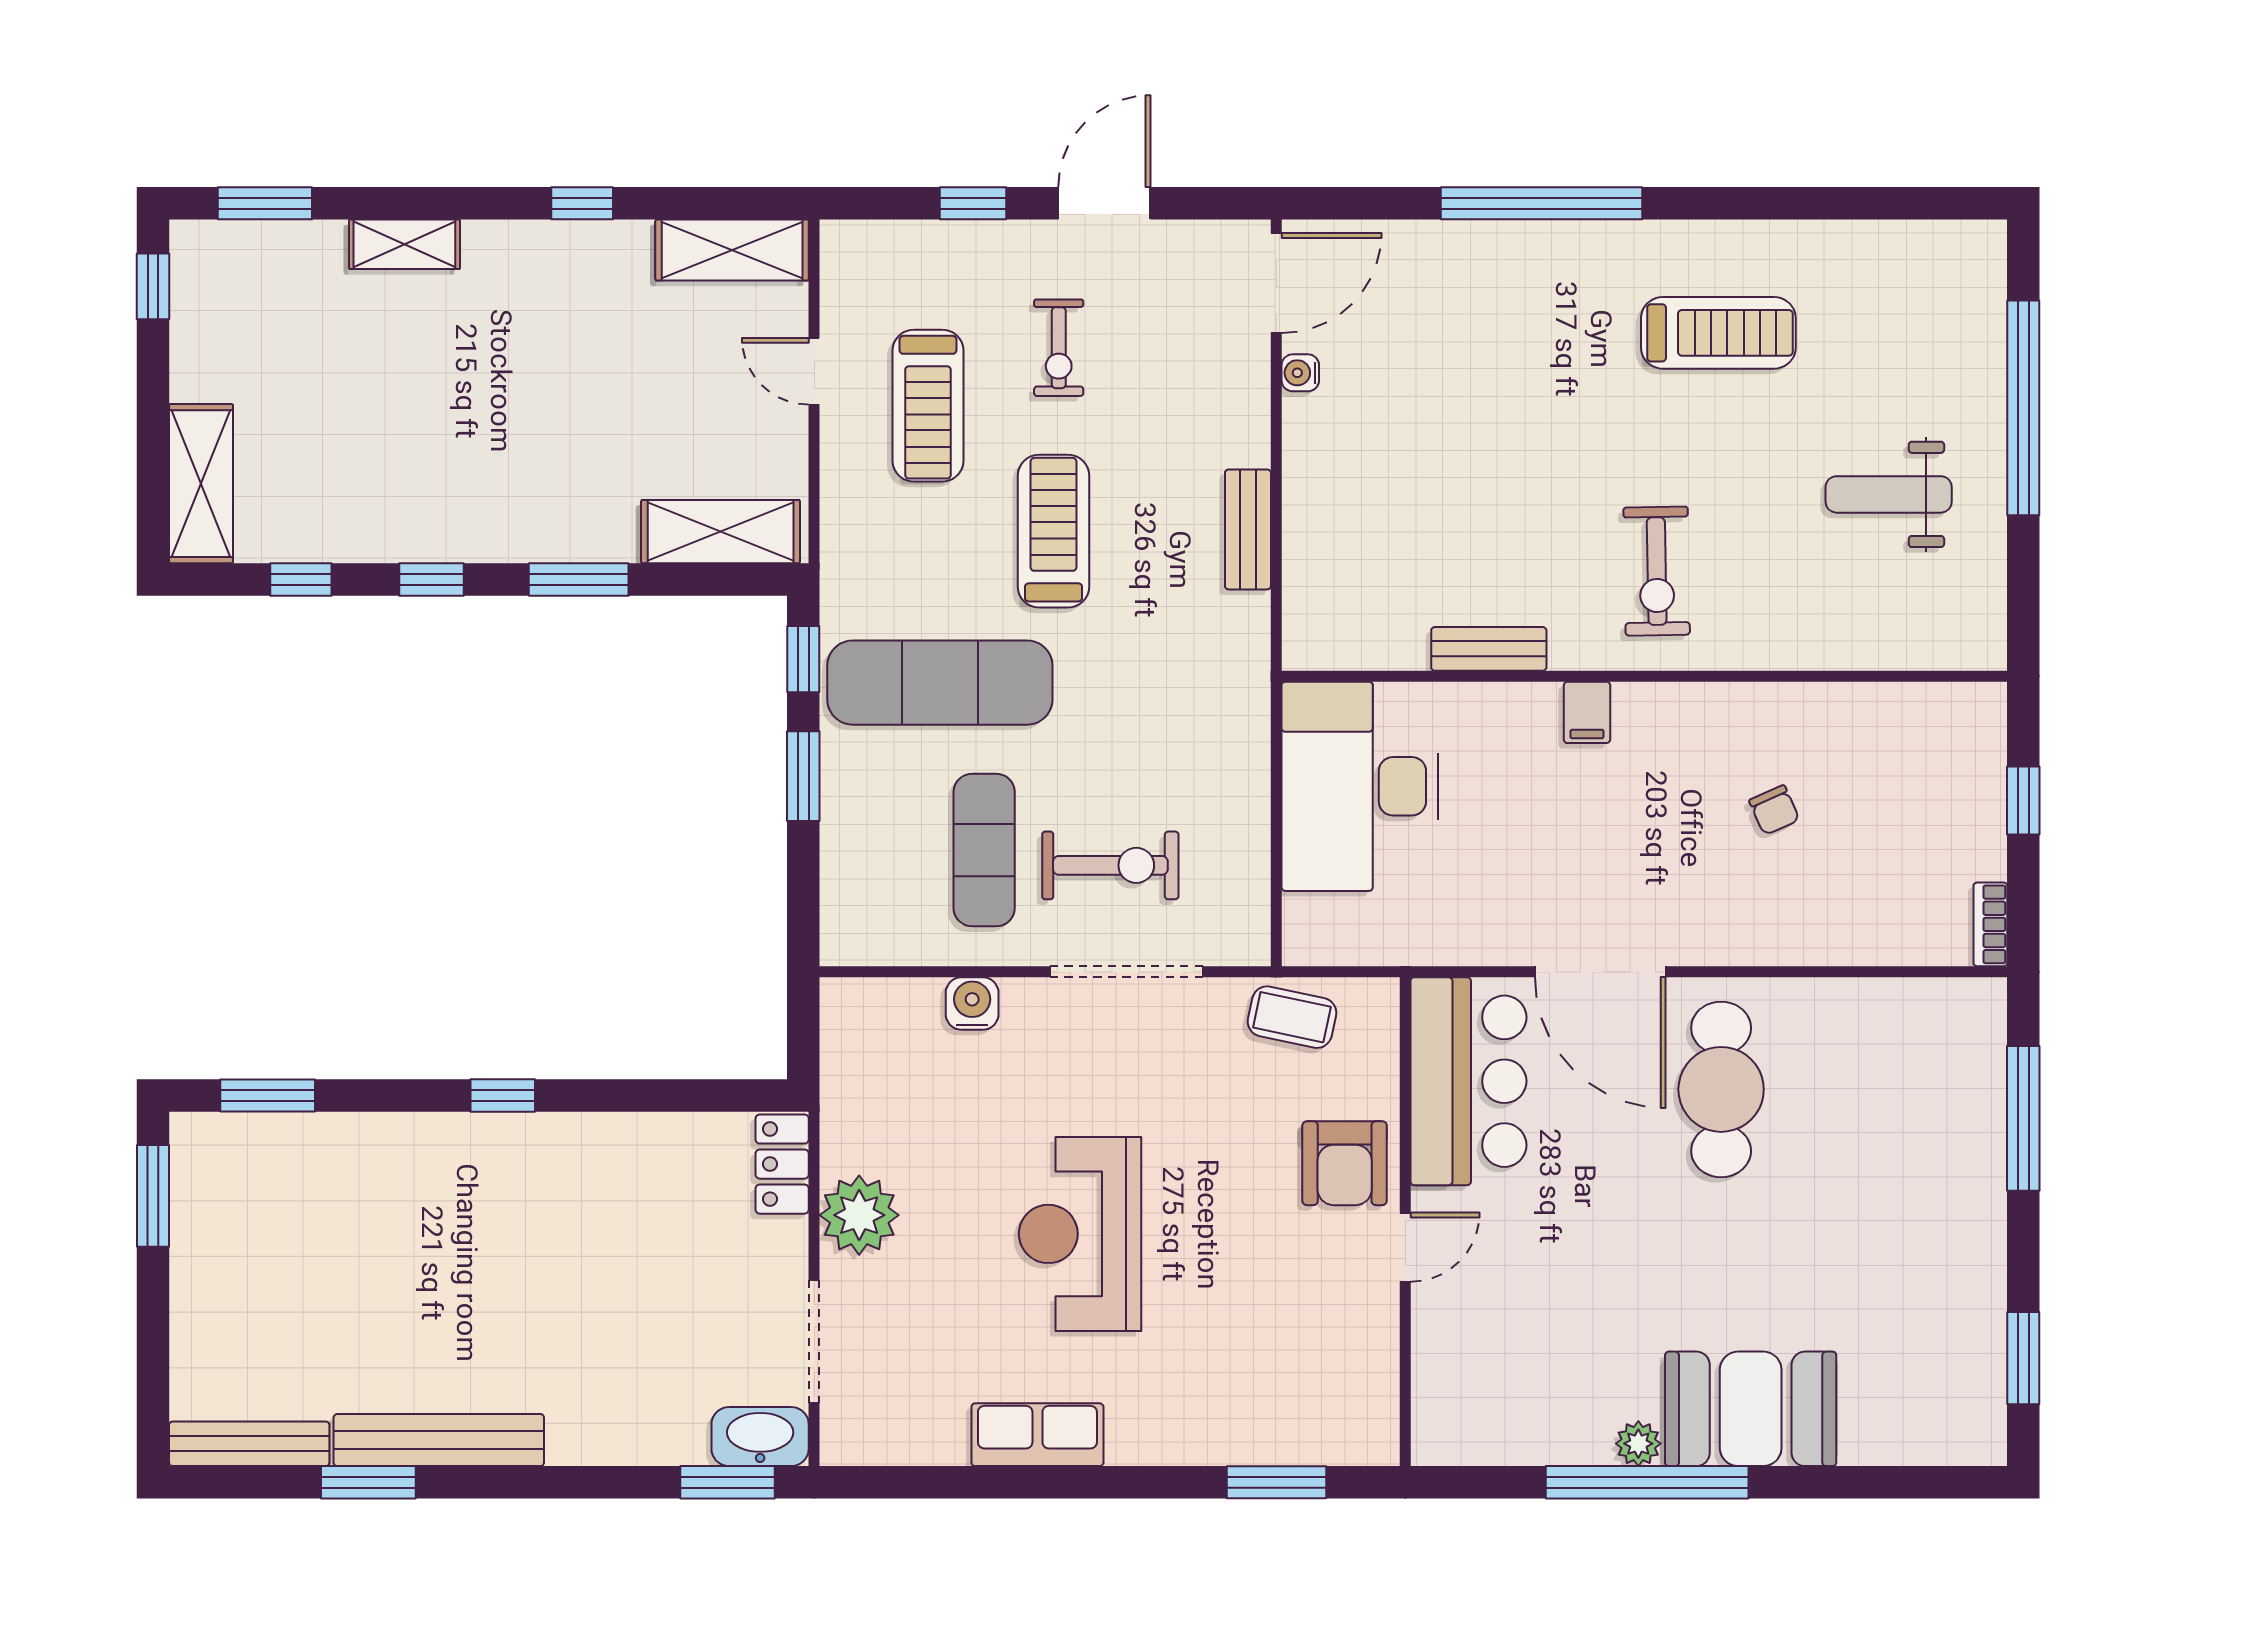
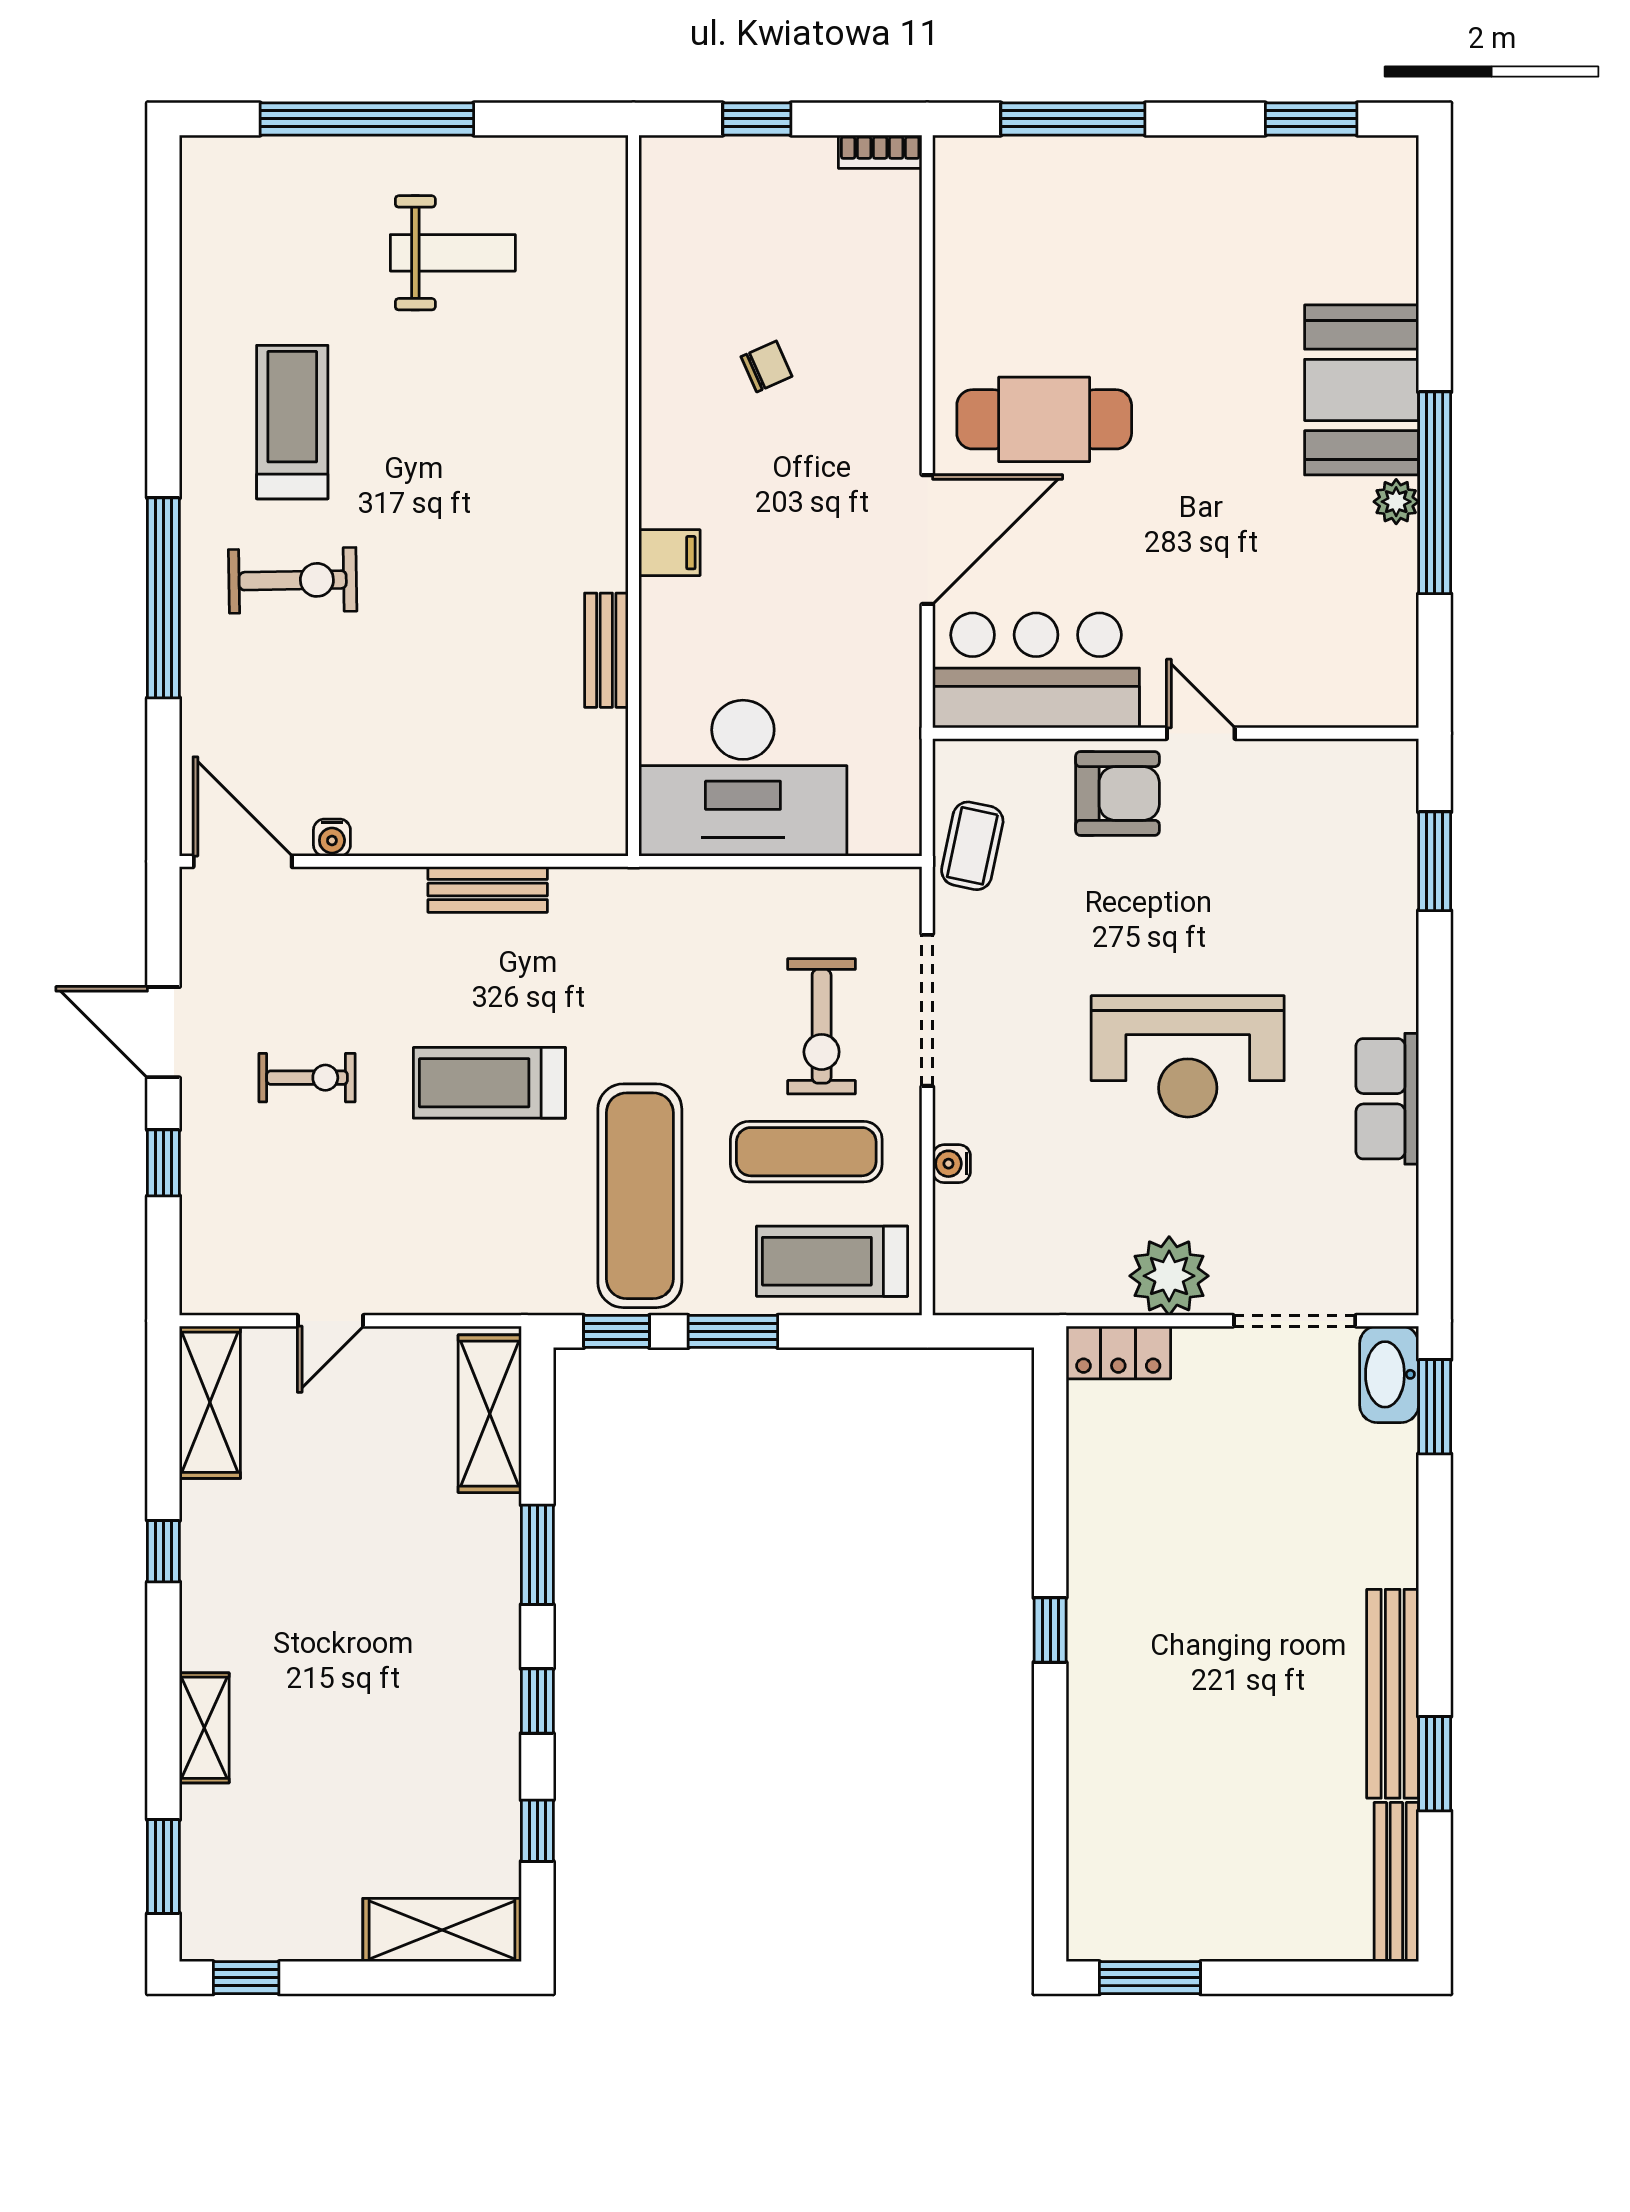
treadmill: (928, 406) -> (832, 1261), moved, turned 180
weight bench: (1889, 494) -> (453, 253), turned -90
exercise bike: (1657, 571) -> (293, 580), moved
exercise bike: (1110, 865) -> (822, 1026), turned 180
water cooler: (972, 1003) -> (952, 1164), width x0.72, depth x0.72
window: (268, 1095) -> (1050, 1864), removed

